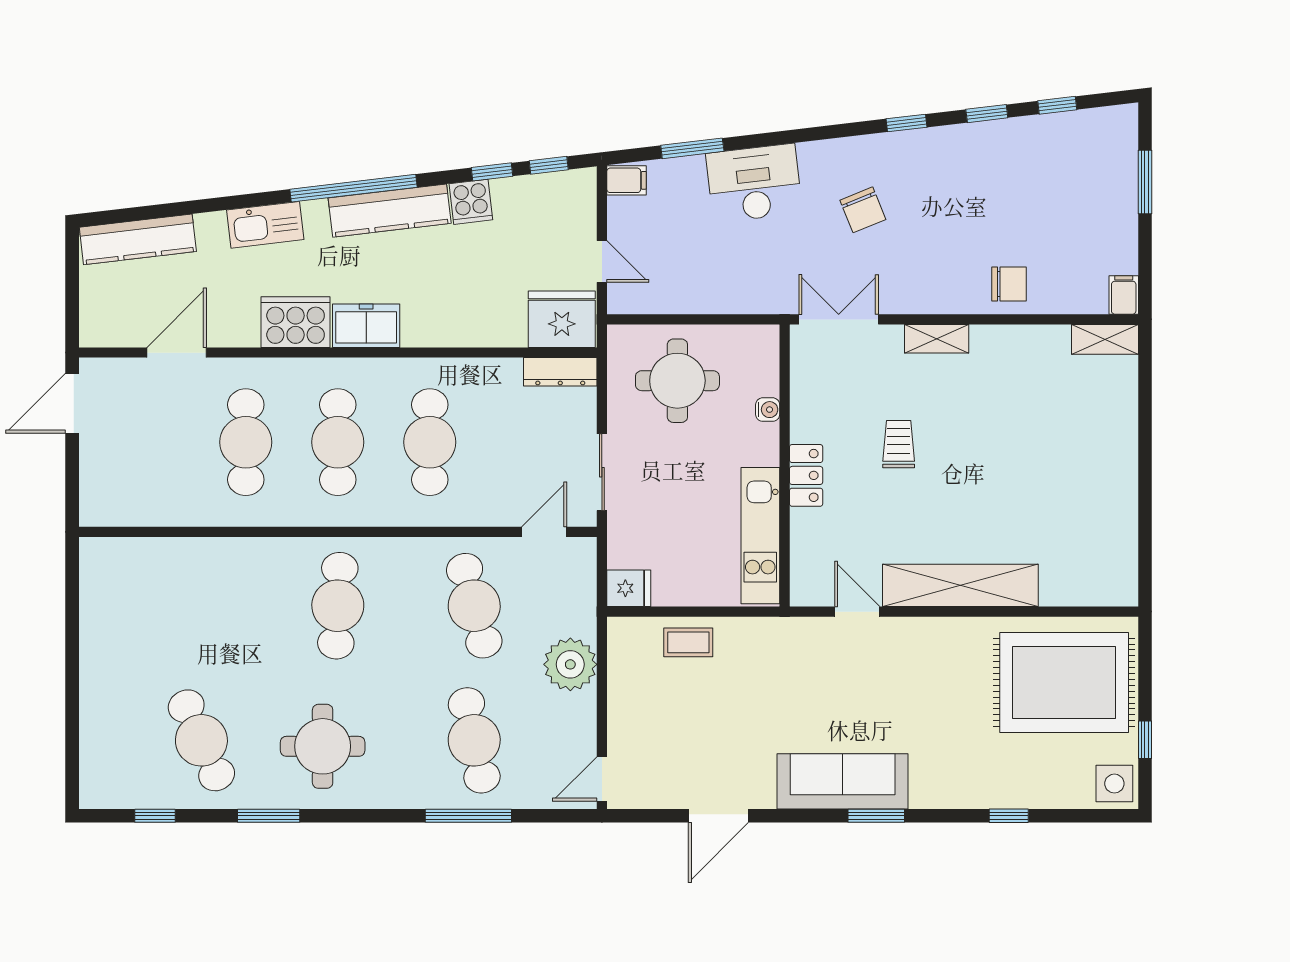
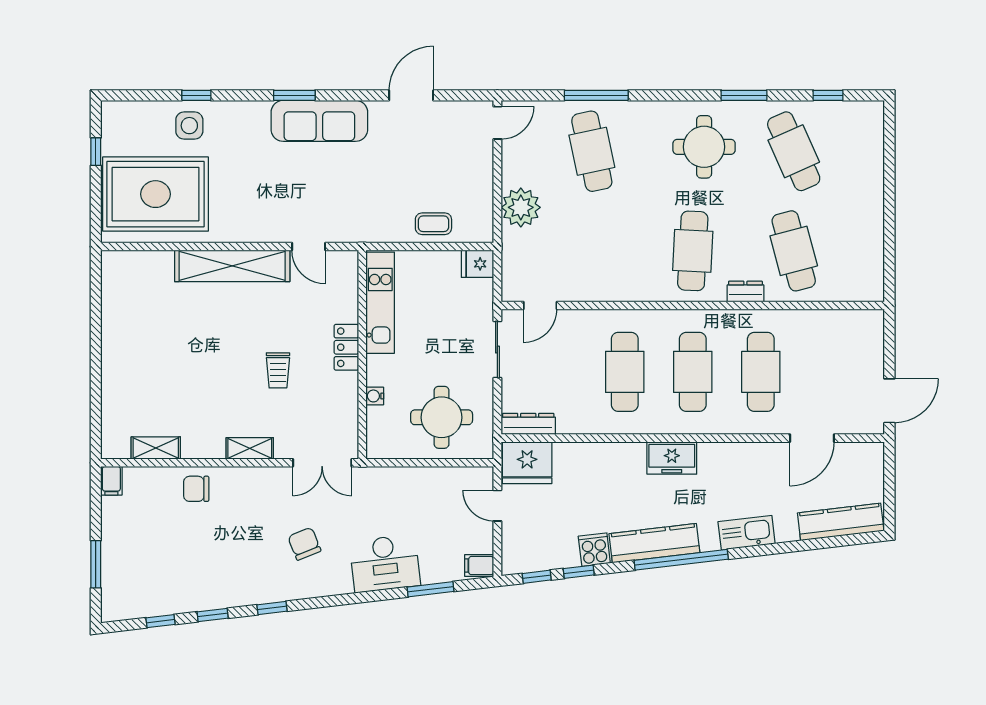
cooker: (296, 322) -> (724, 461), removed
shelving: (1105, 339) -> (156, 448), moved
dresser: (267, 551) -> (745, 291), added
cafe table: (474, 606) -> (794, 251), moved
side table: (1114, 784) -> (189, 126), moved

